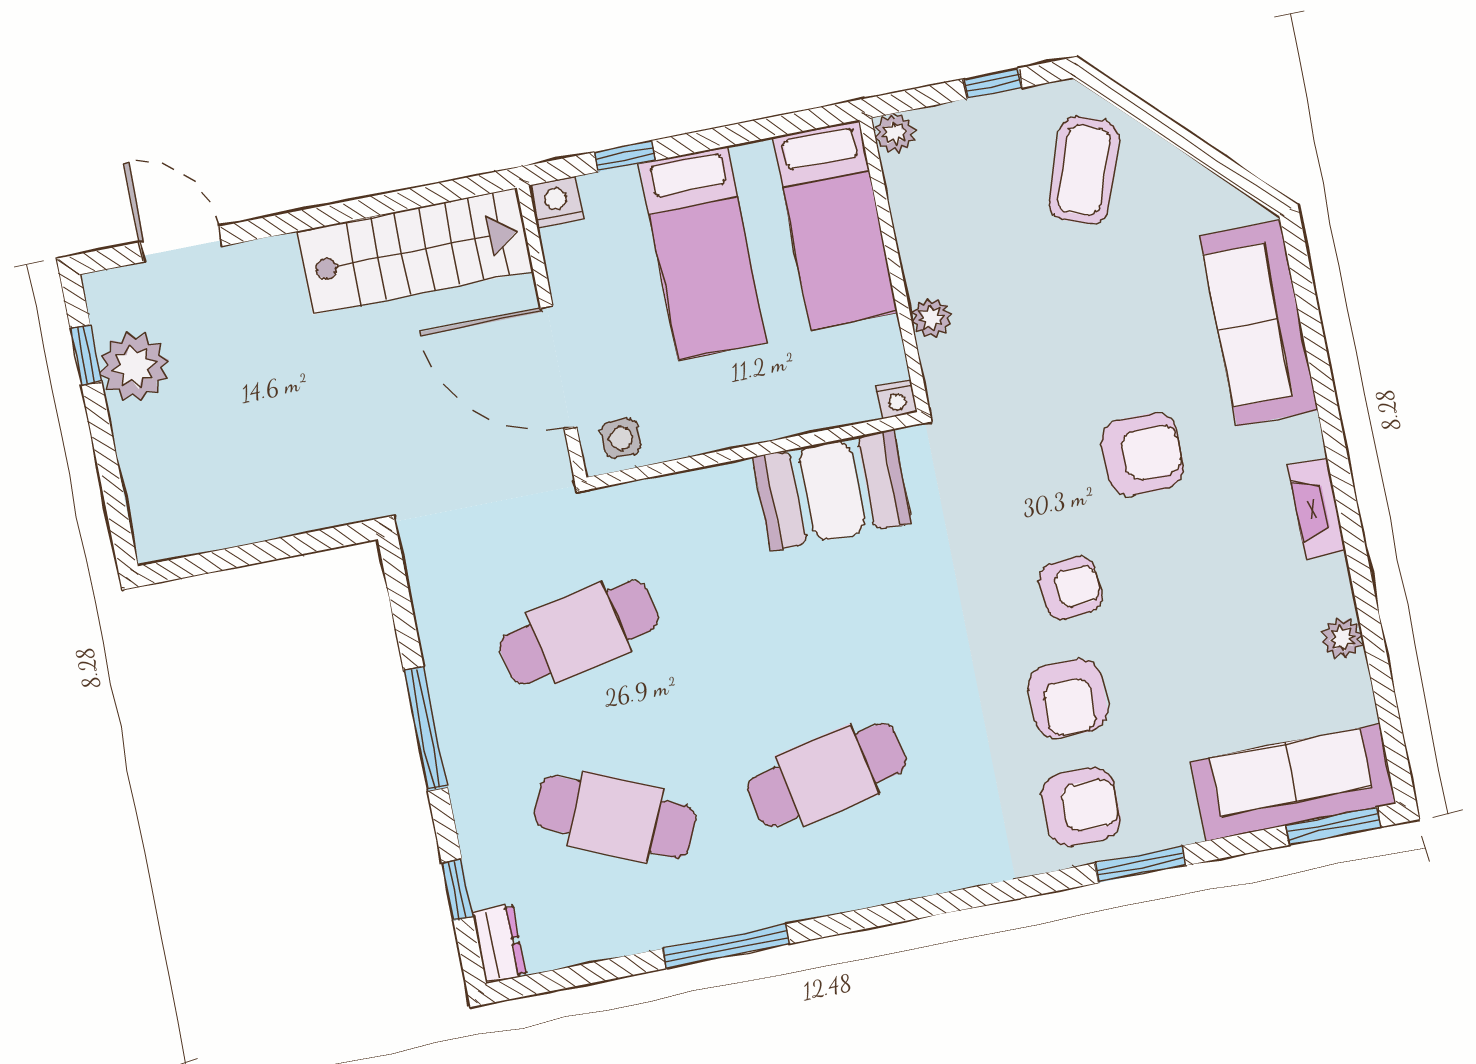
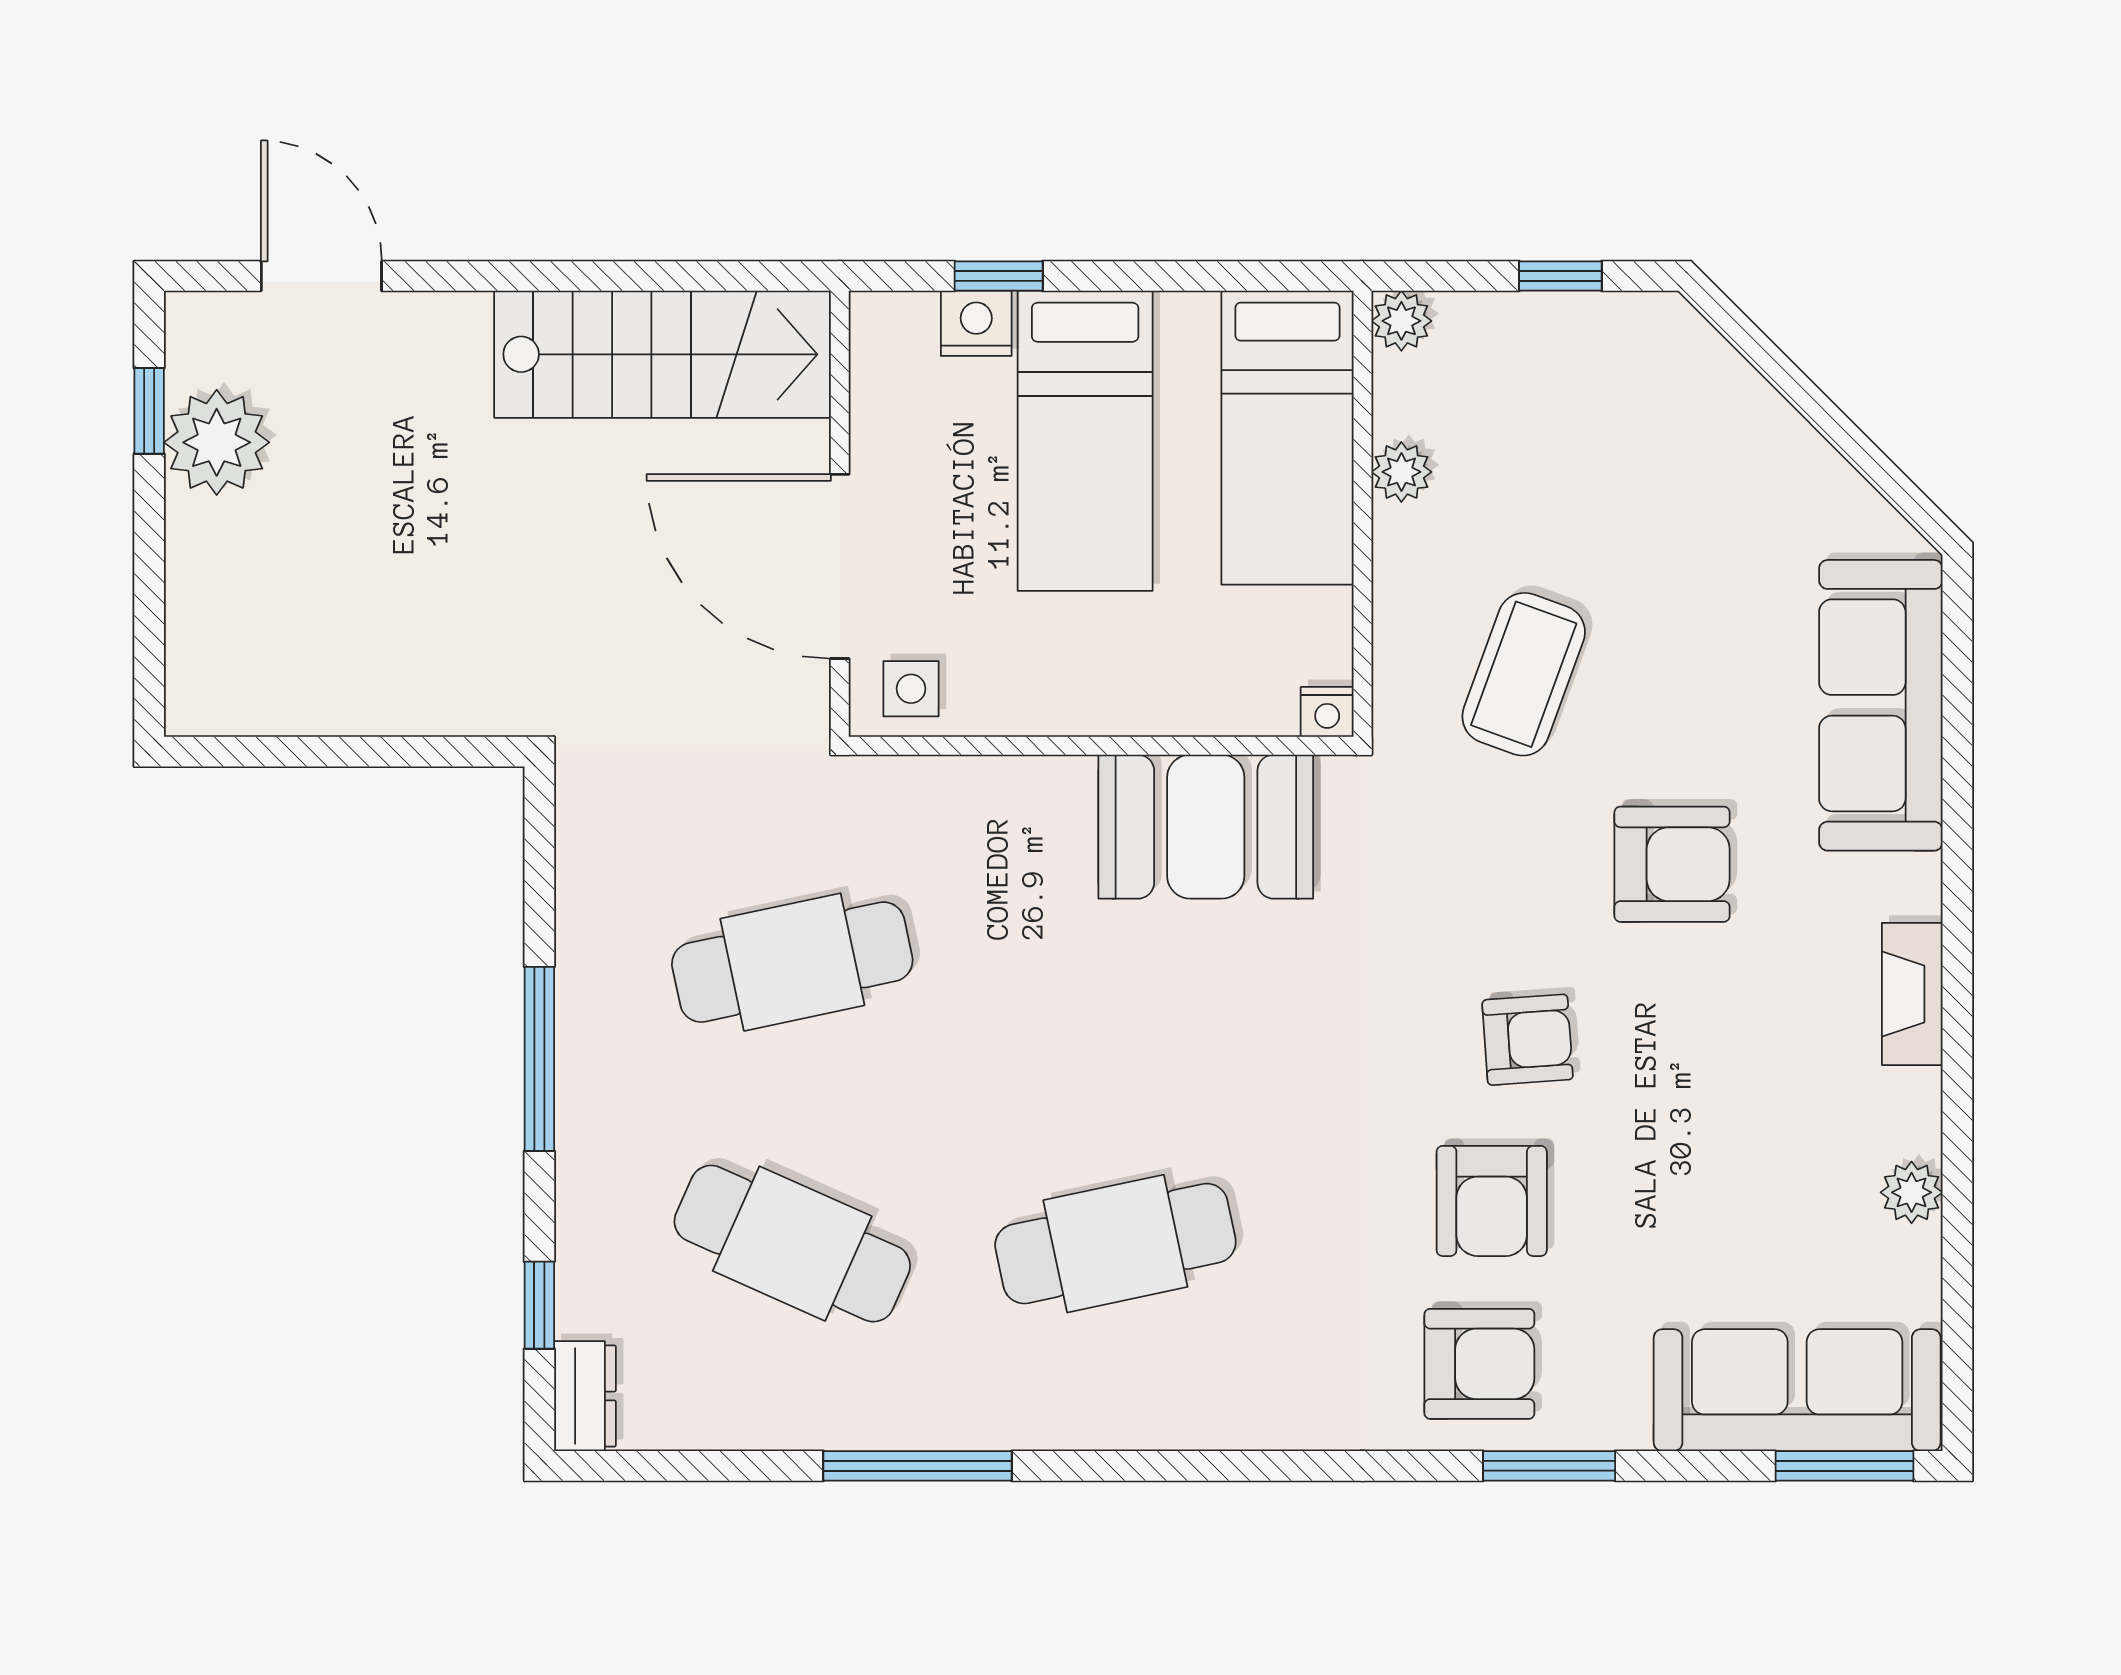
coffee table: (1084, 170) -> (1524, 674), moved
nightstand: (556, 202) -> (976, 323), moved
plant: (931, 318) -> (1401, 472), moved

